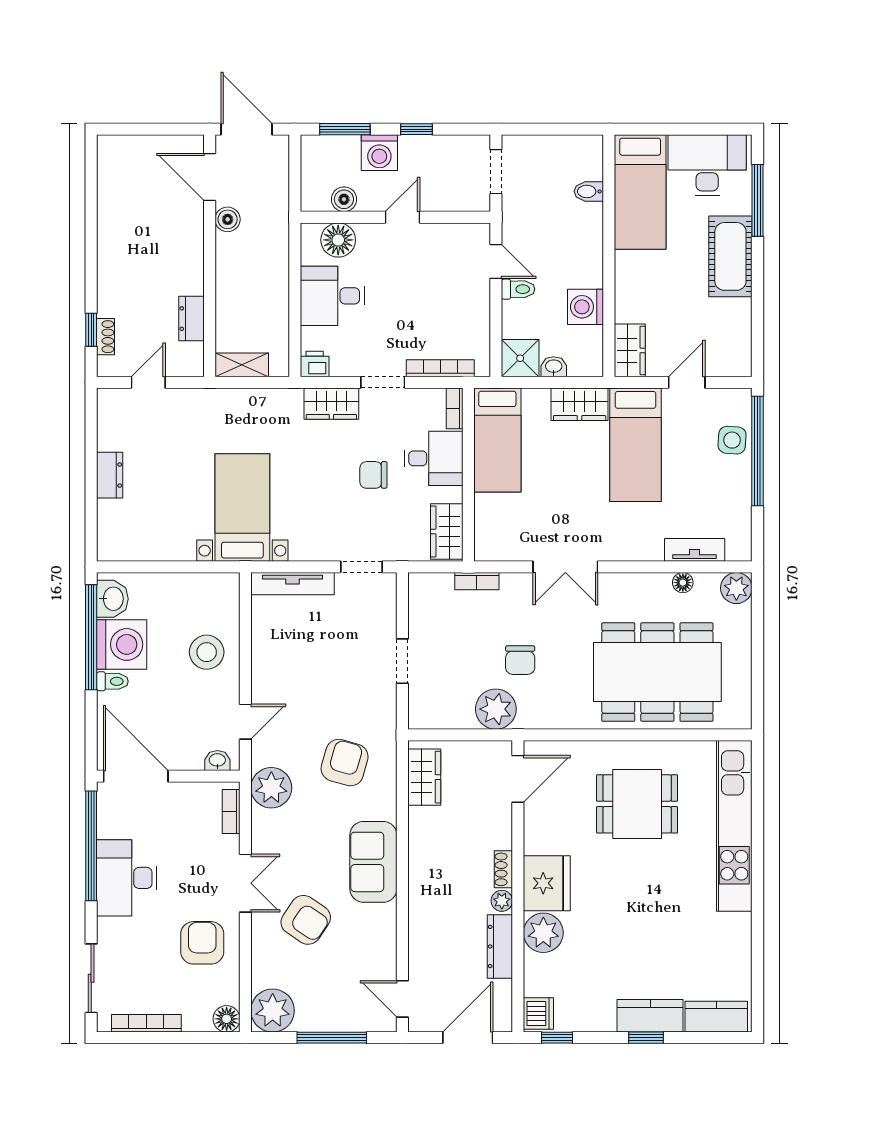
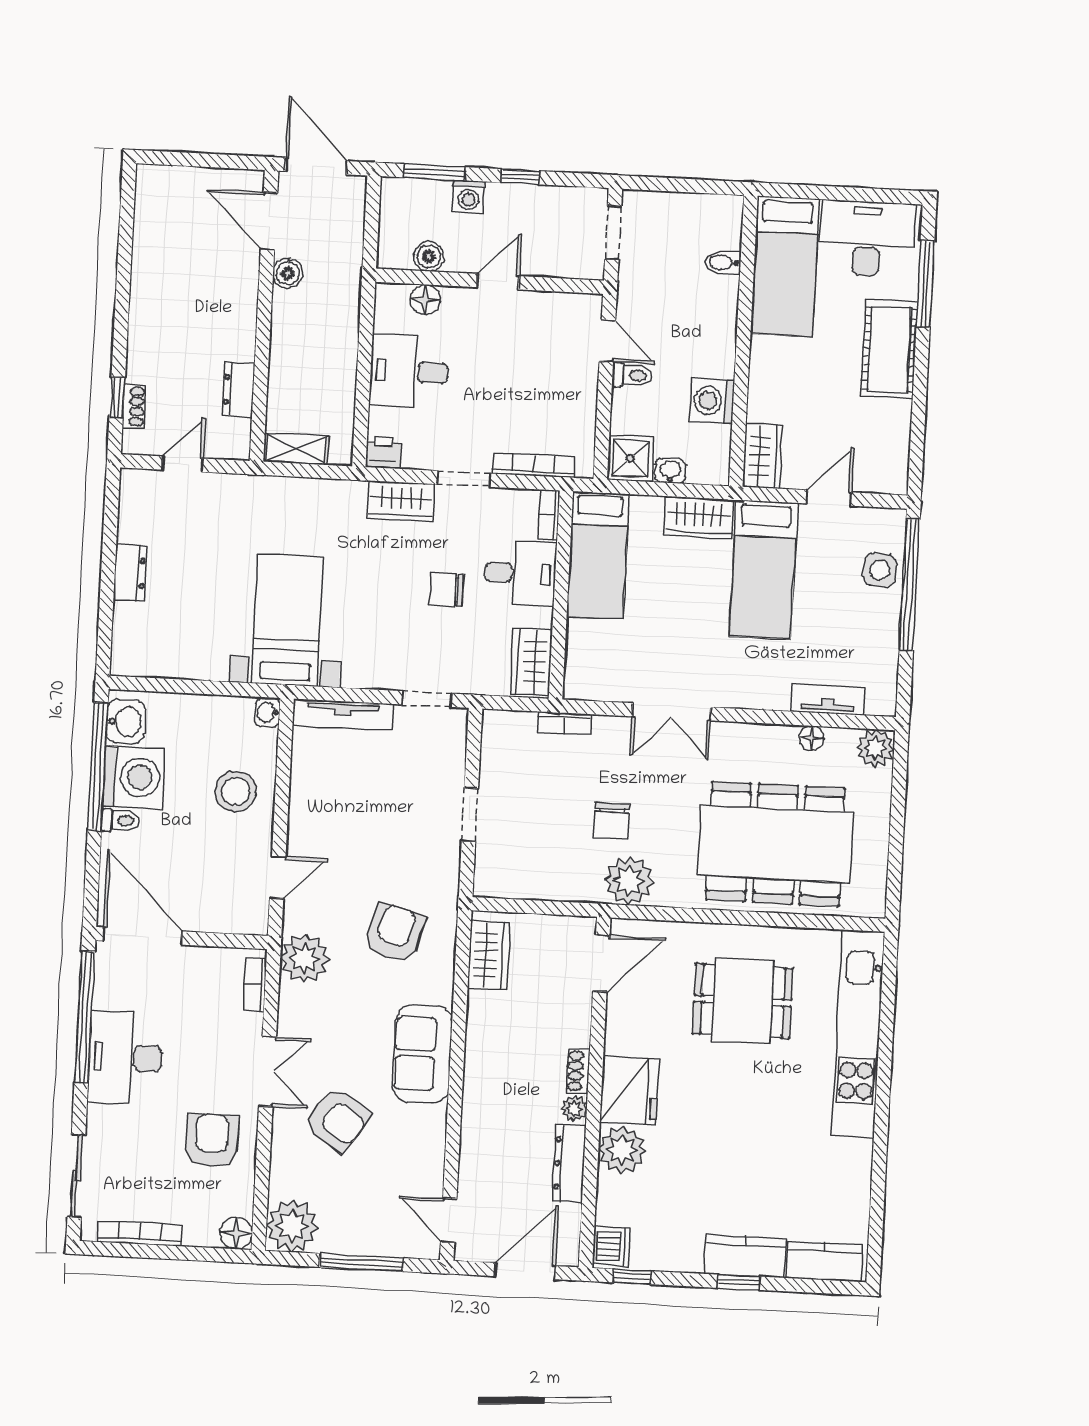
washing machine: (379, 153) -> (469, 196), width x0.73, depth x0.73
floor lamp: (338, 240) -> (425, 300), width x0.73, depth x0.73
plant: (496, 709) -> (629, 881), moved
washbasin: (217, 761) -> (267, 712), moved, turned -90

